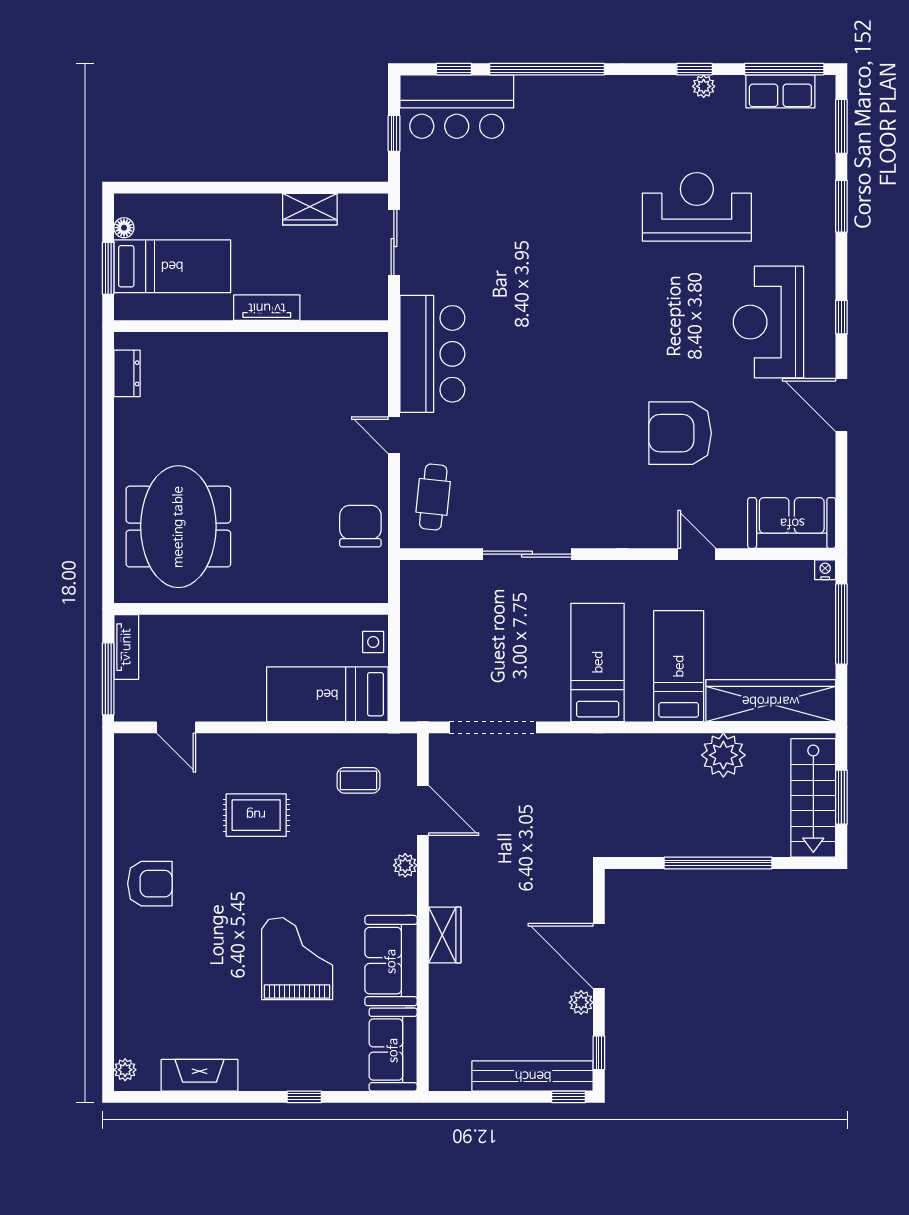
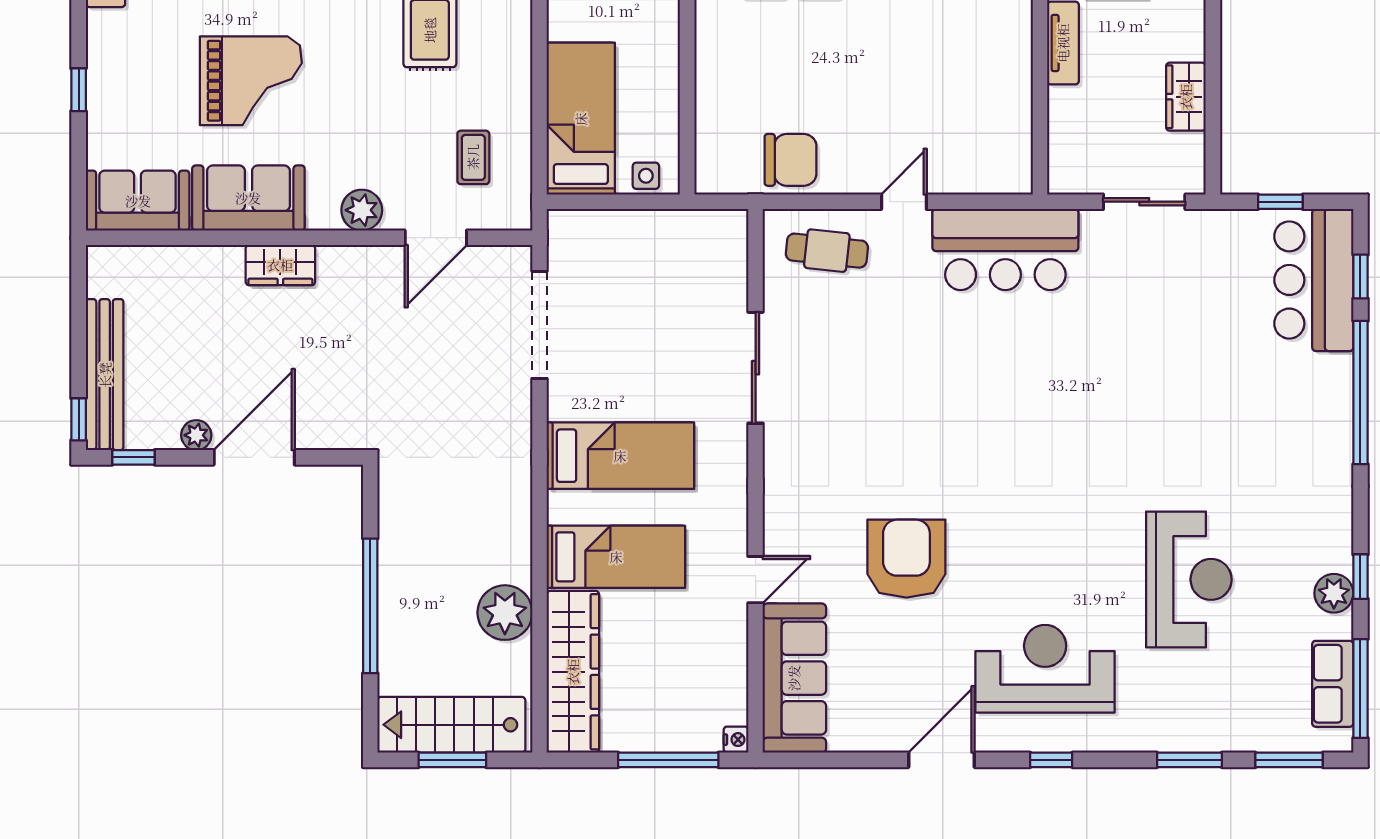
plant: (704, 86) -> (1334, 593), width x1.38, depth x1.38
sofa: (792, 523) -> (794, 678), width x1.36
plant: (405, 865) -> (362, 210), width x1.38, depth x1.38

